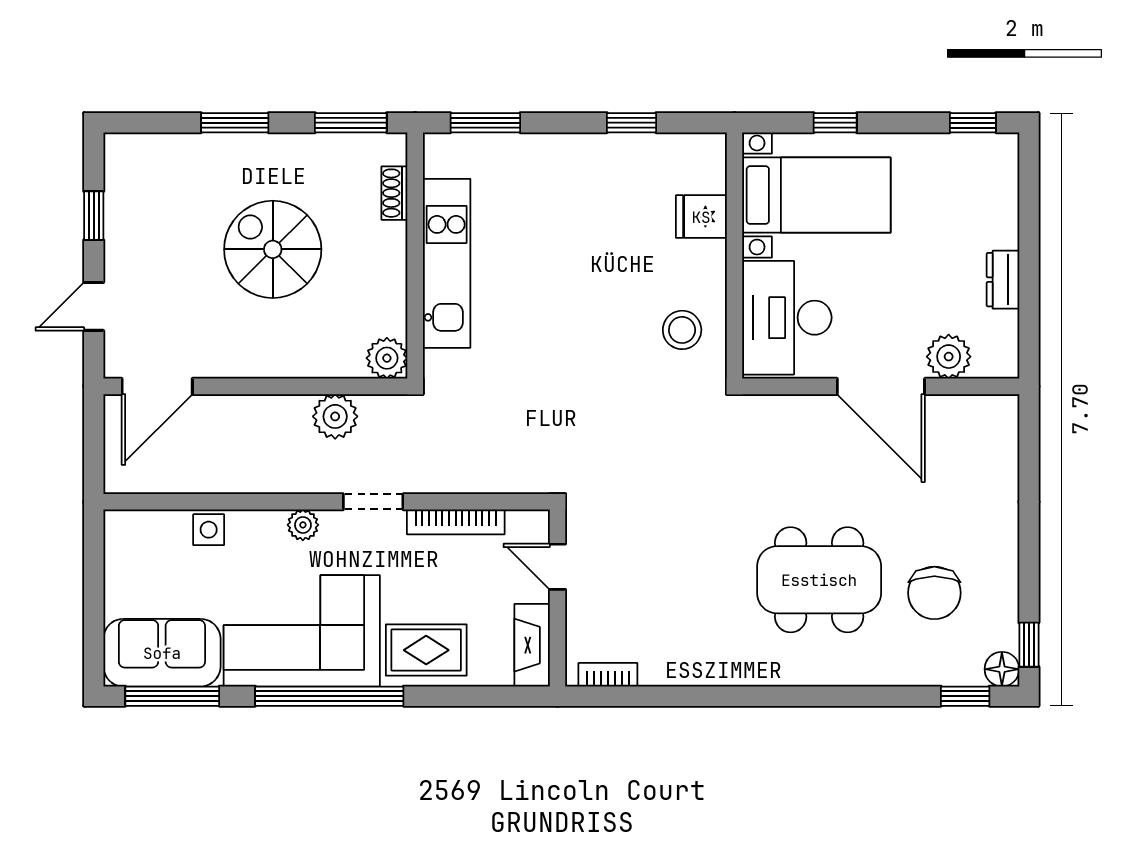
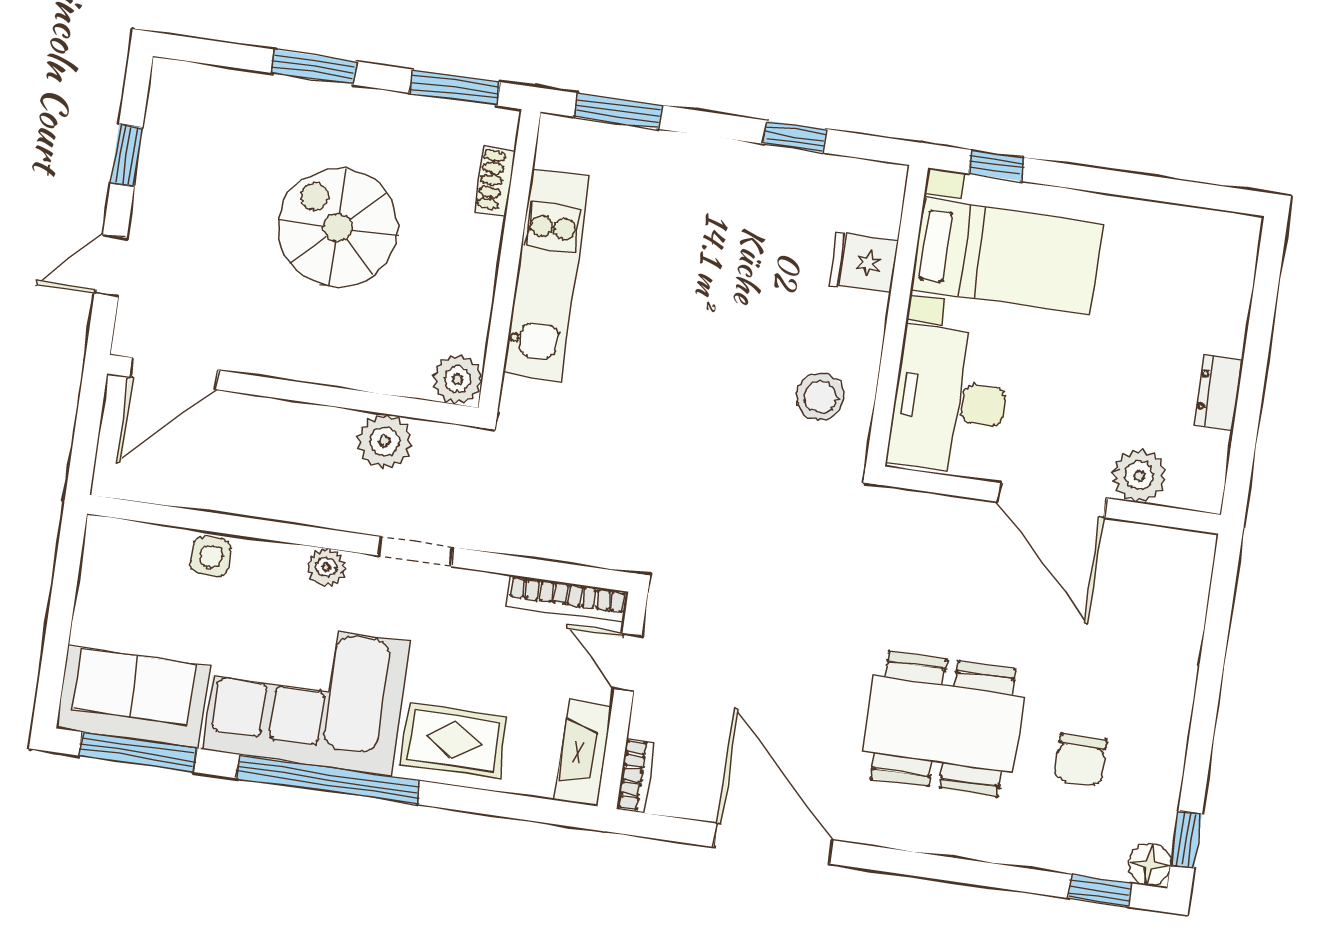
window: (835, 123) -> (996, 165), moved
window: (973, 123) -> (1210, 196), removed
bookcase: (456, 522) -> (567, 598), moved
chair: (934, 593) -> (1081, 760), width x0.73, depth x0.73
bookcase: (608, 675) -> (636, 775), moved, turned 90
door: (696, 696) -> (773, 844), added

